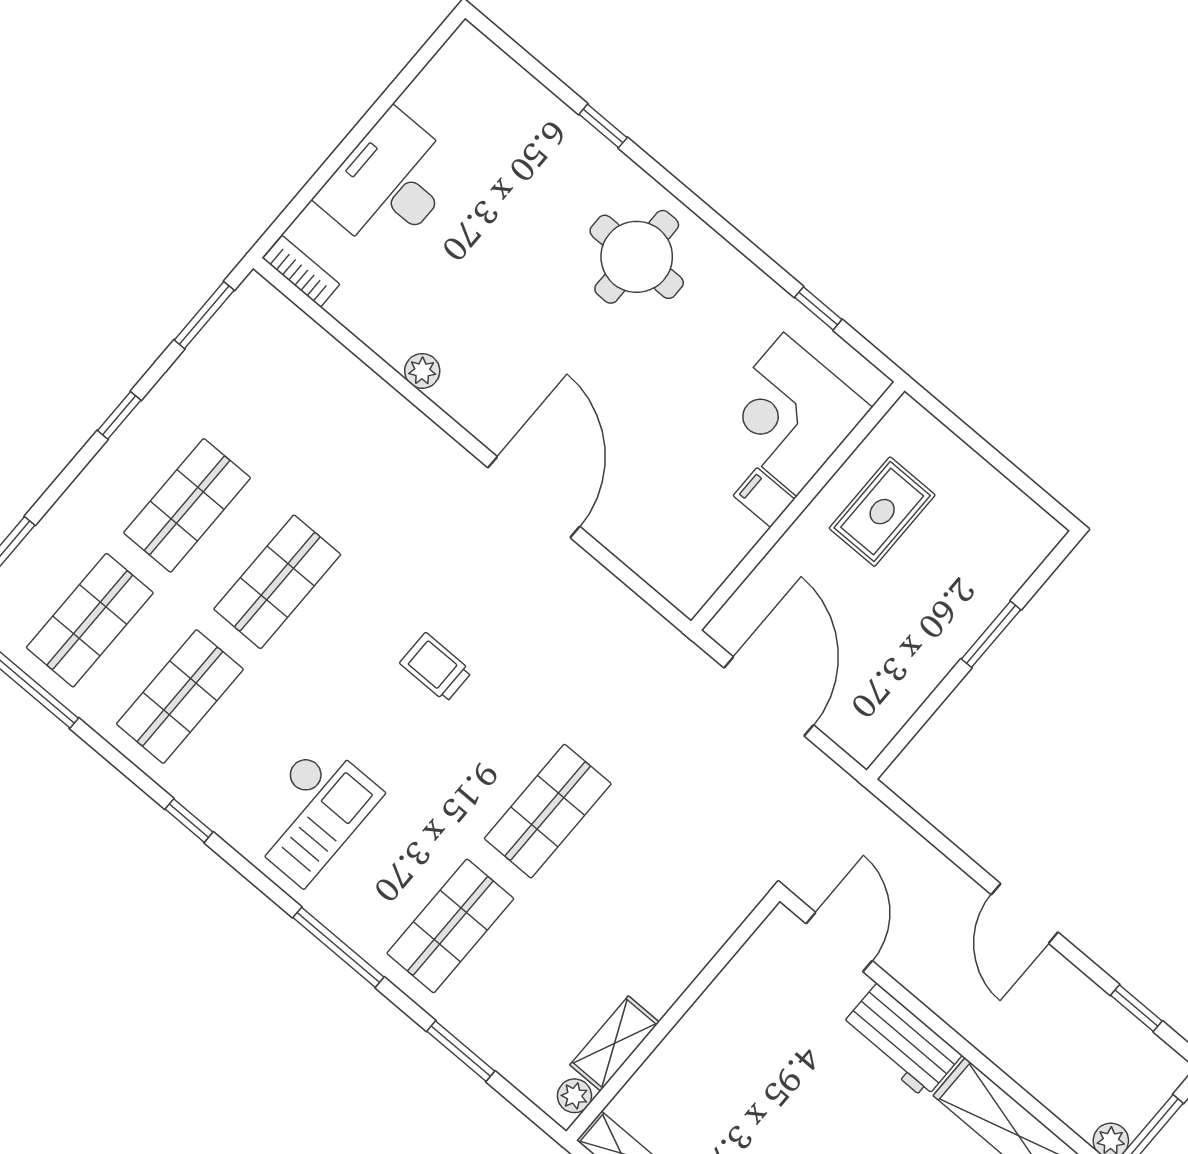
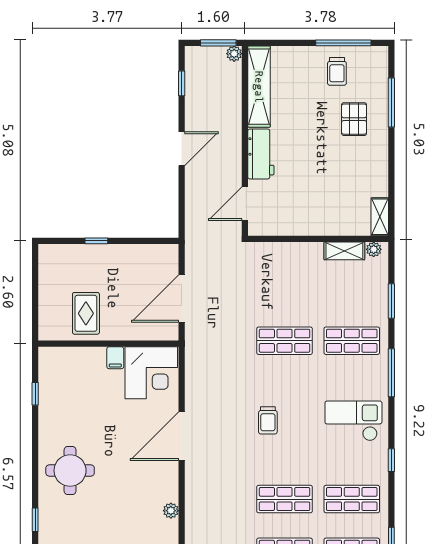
corner desk: (790, 414) -> (151, 373), moved
rug: (882, 512) -> (86, 313), turned 90
window: (991, 634) -> (96, 241), width x0.67

